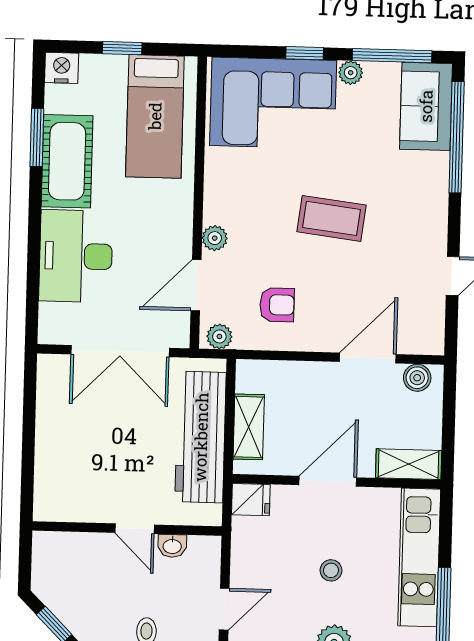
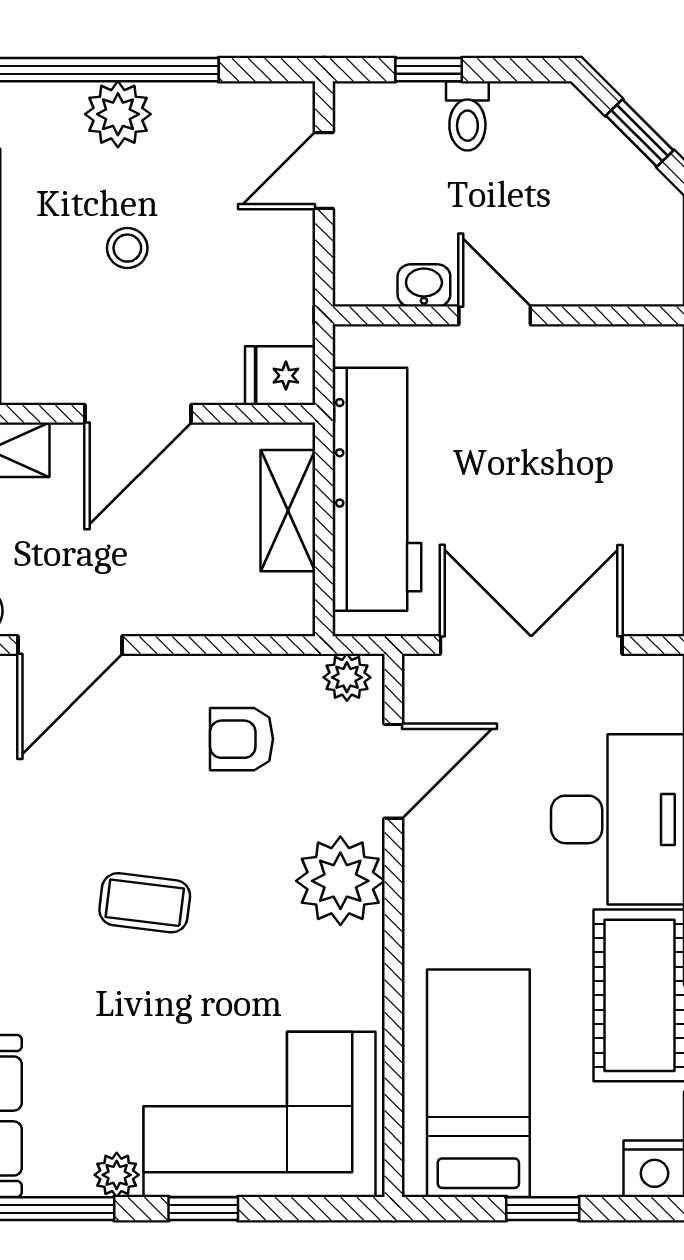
coffee table: (331, 218) -> (145, 903), width x0.73, depth x0.77
plant: (215, 238) -> (340, 881), width x1.88, depth x1.88

